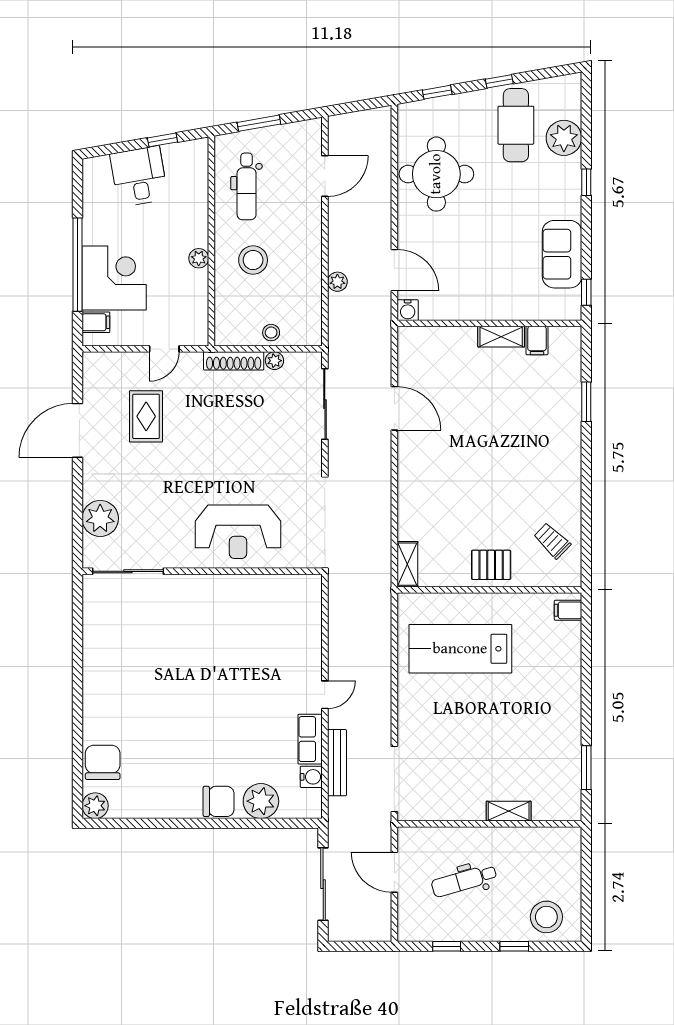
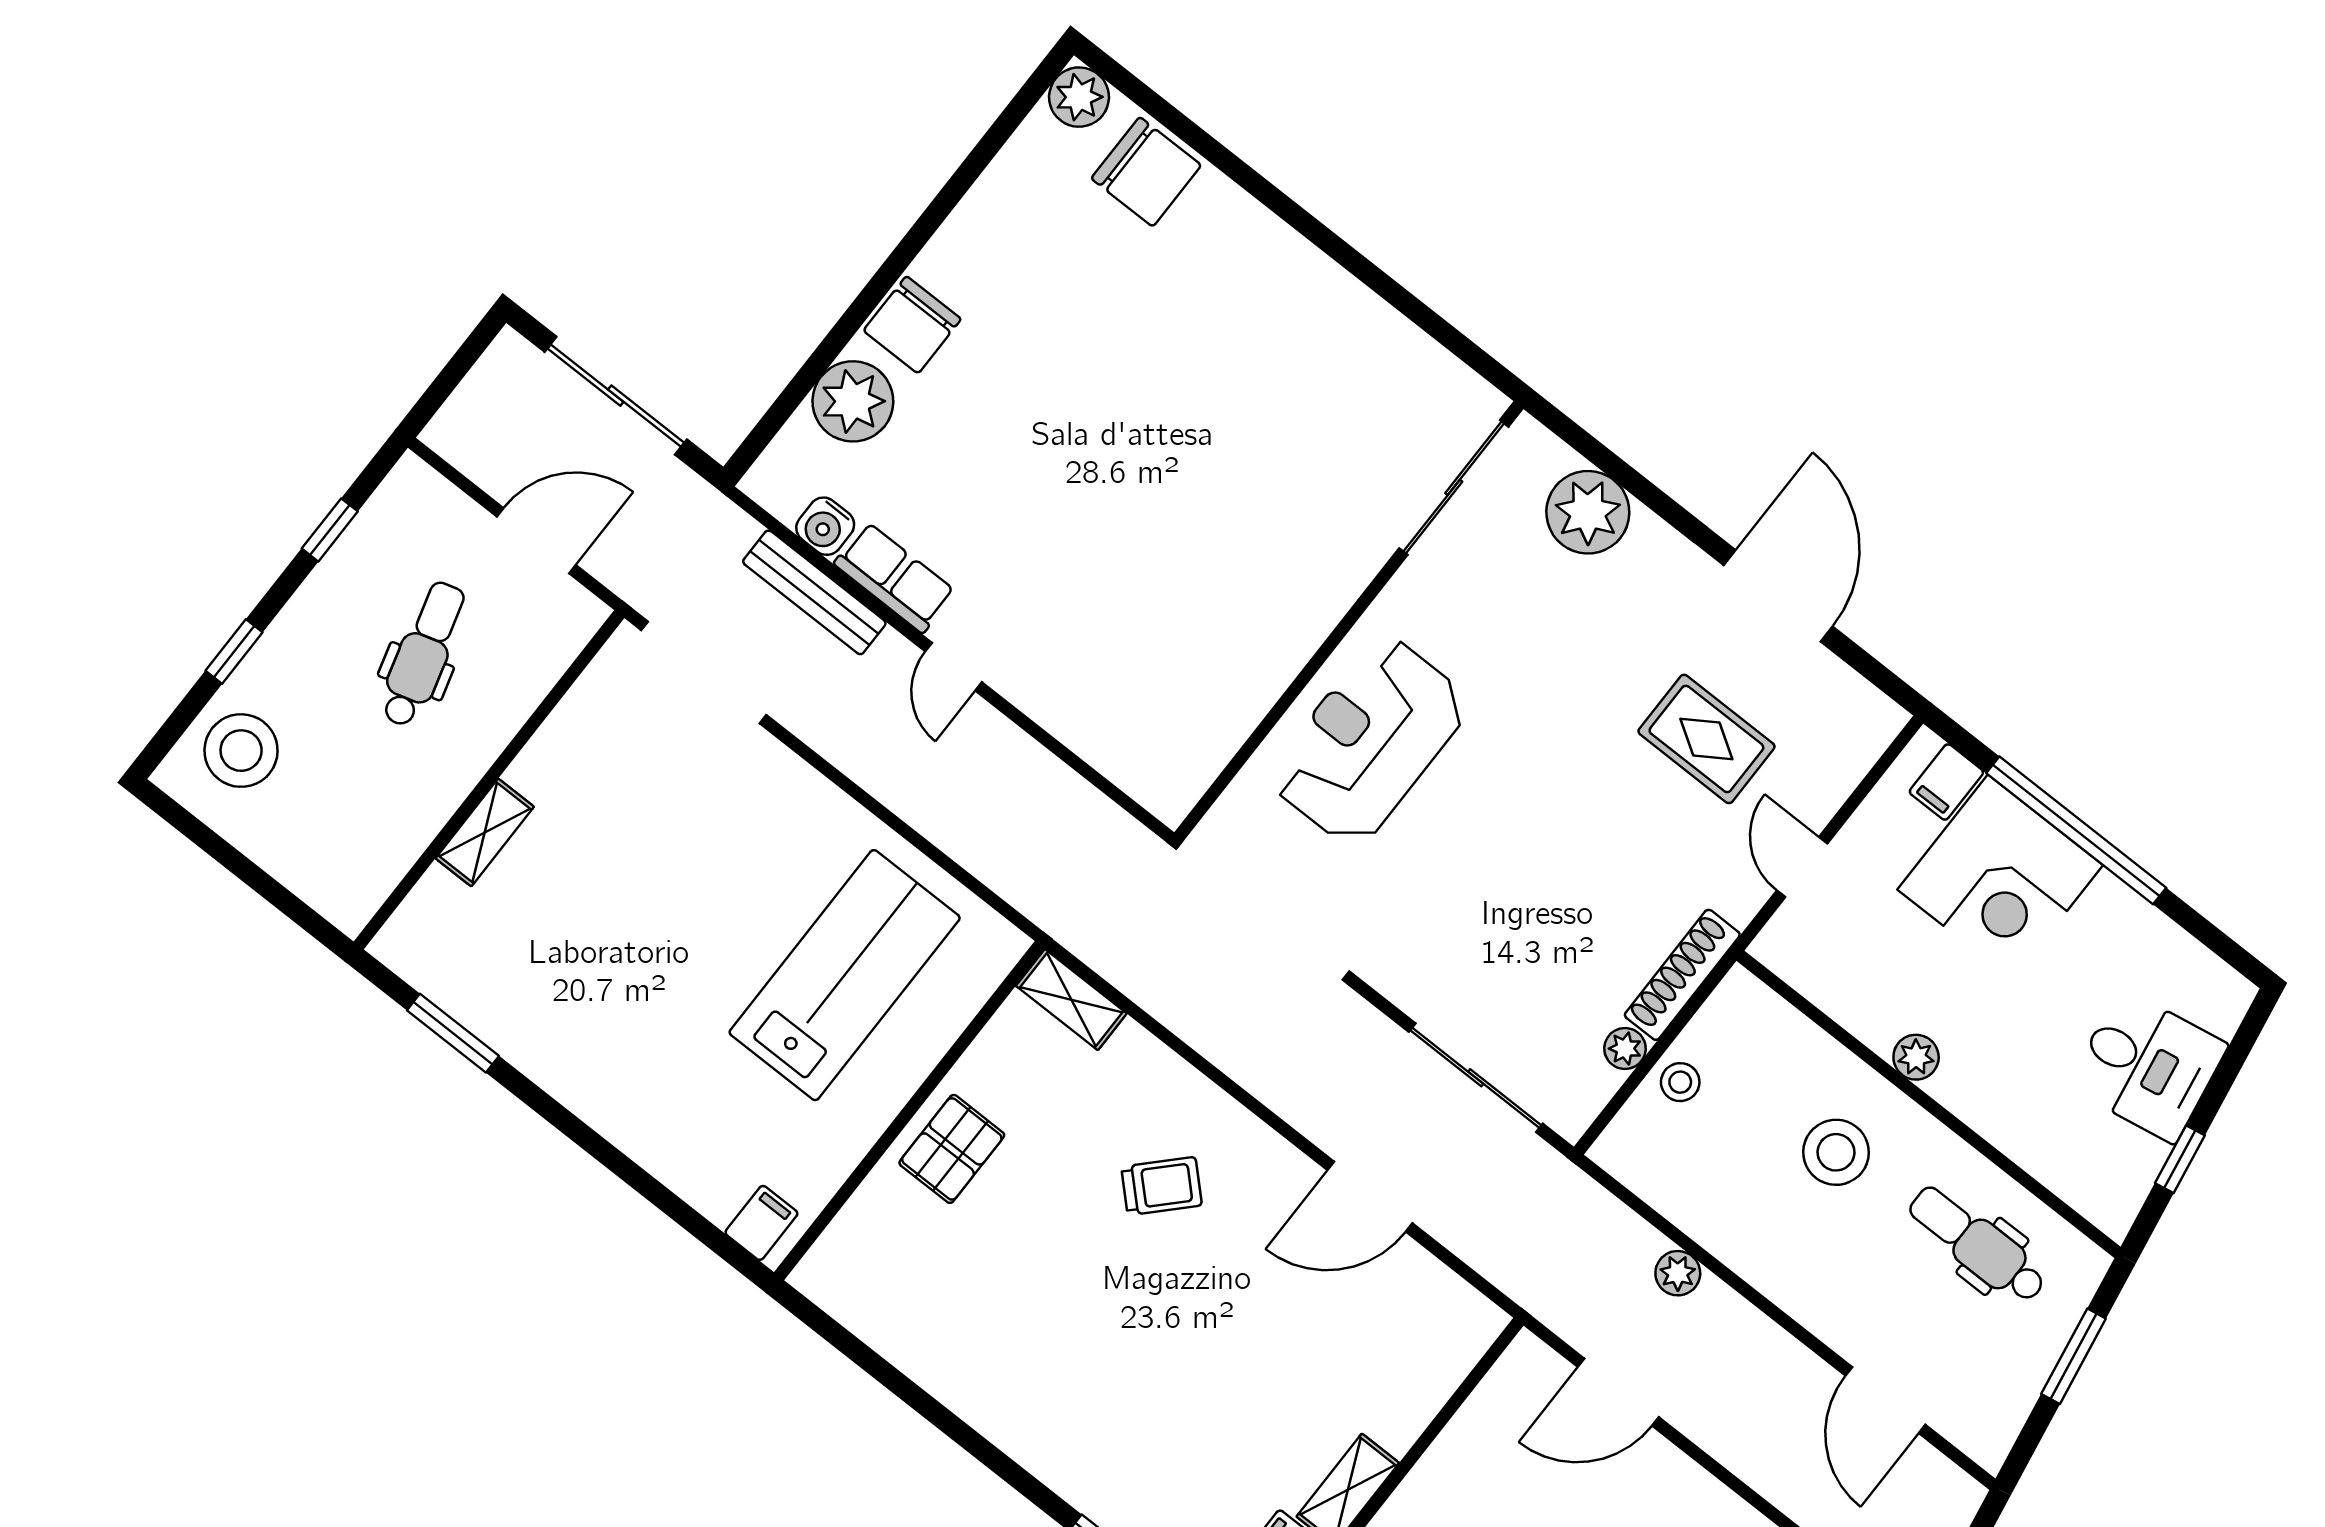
water cooler: (408, 310) -> (1527, 1359), removed
trolley: (552, 541) -> (1162, 1186), moved

